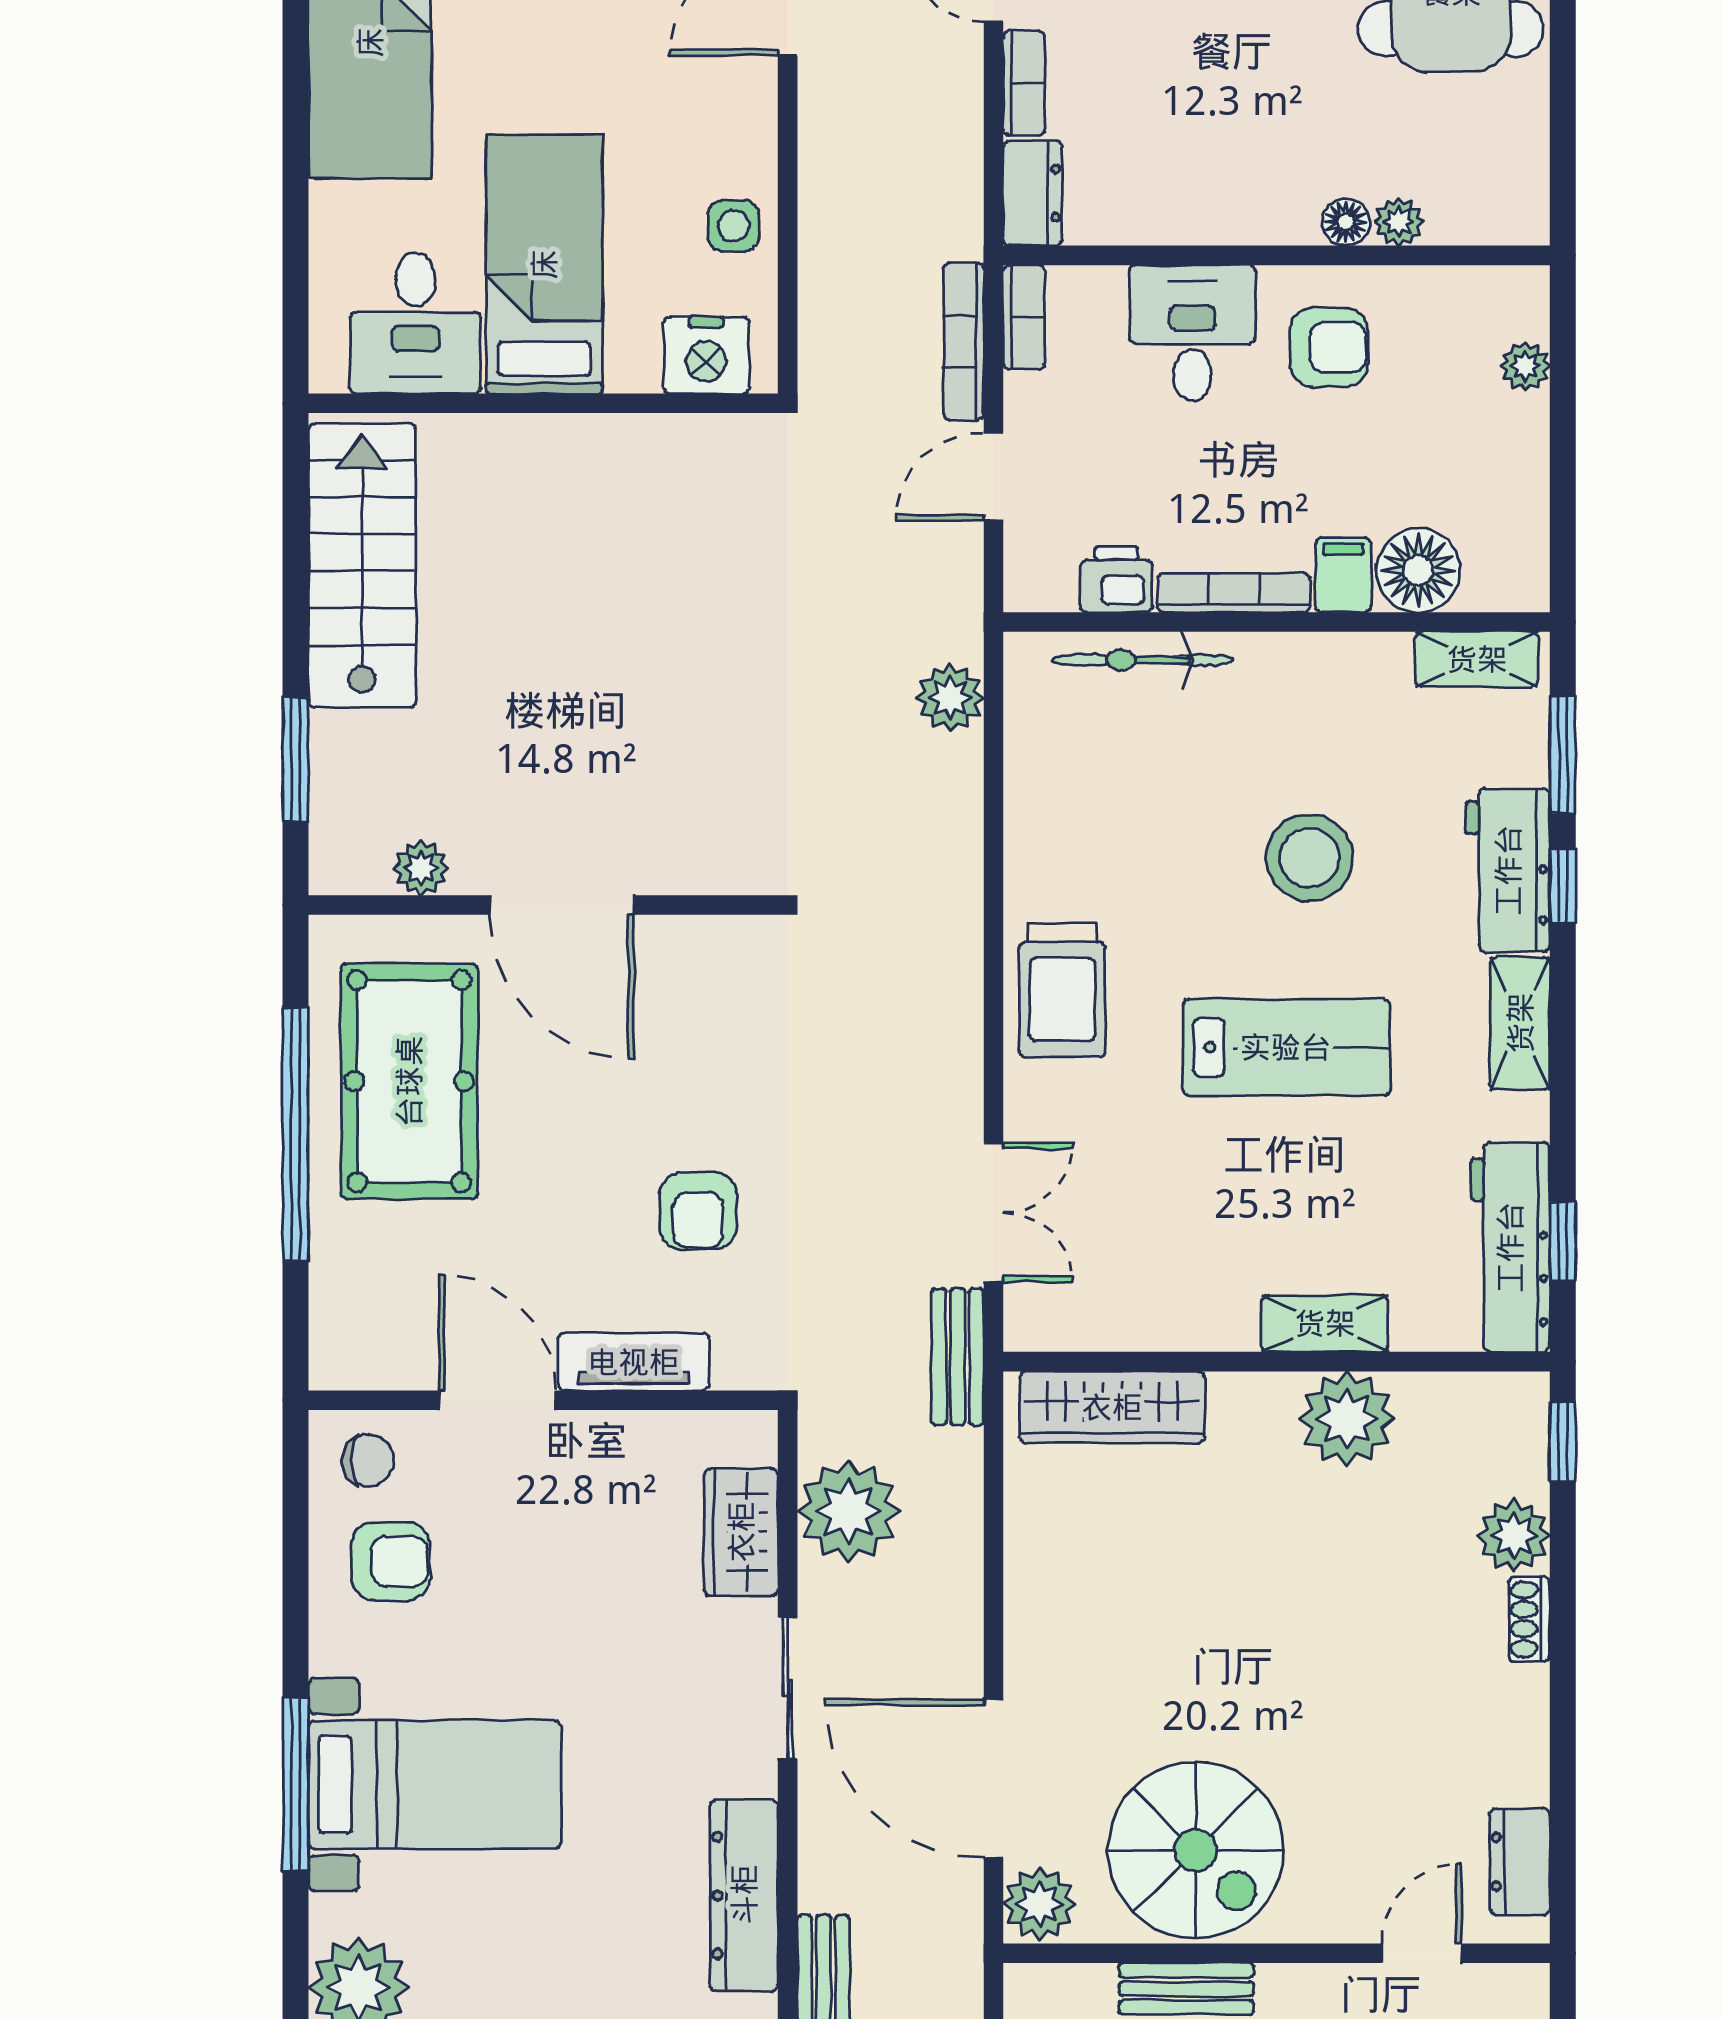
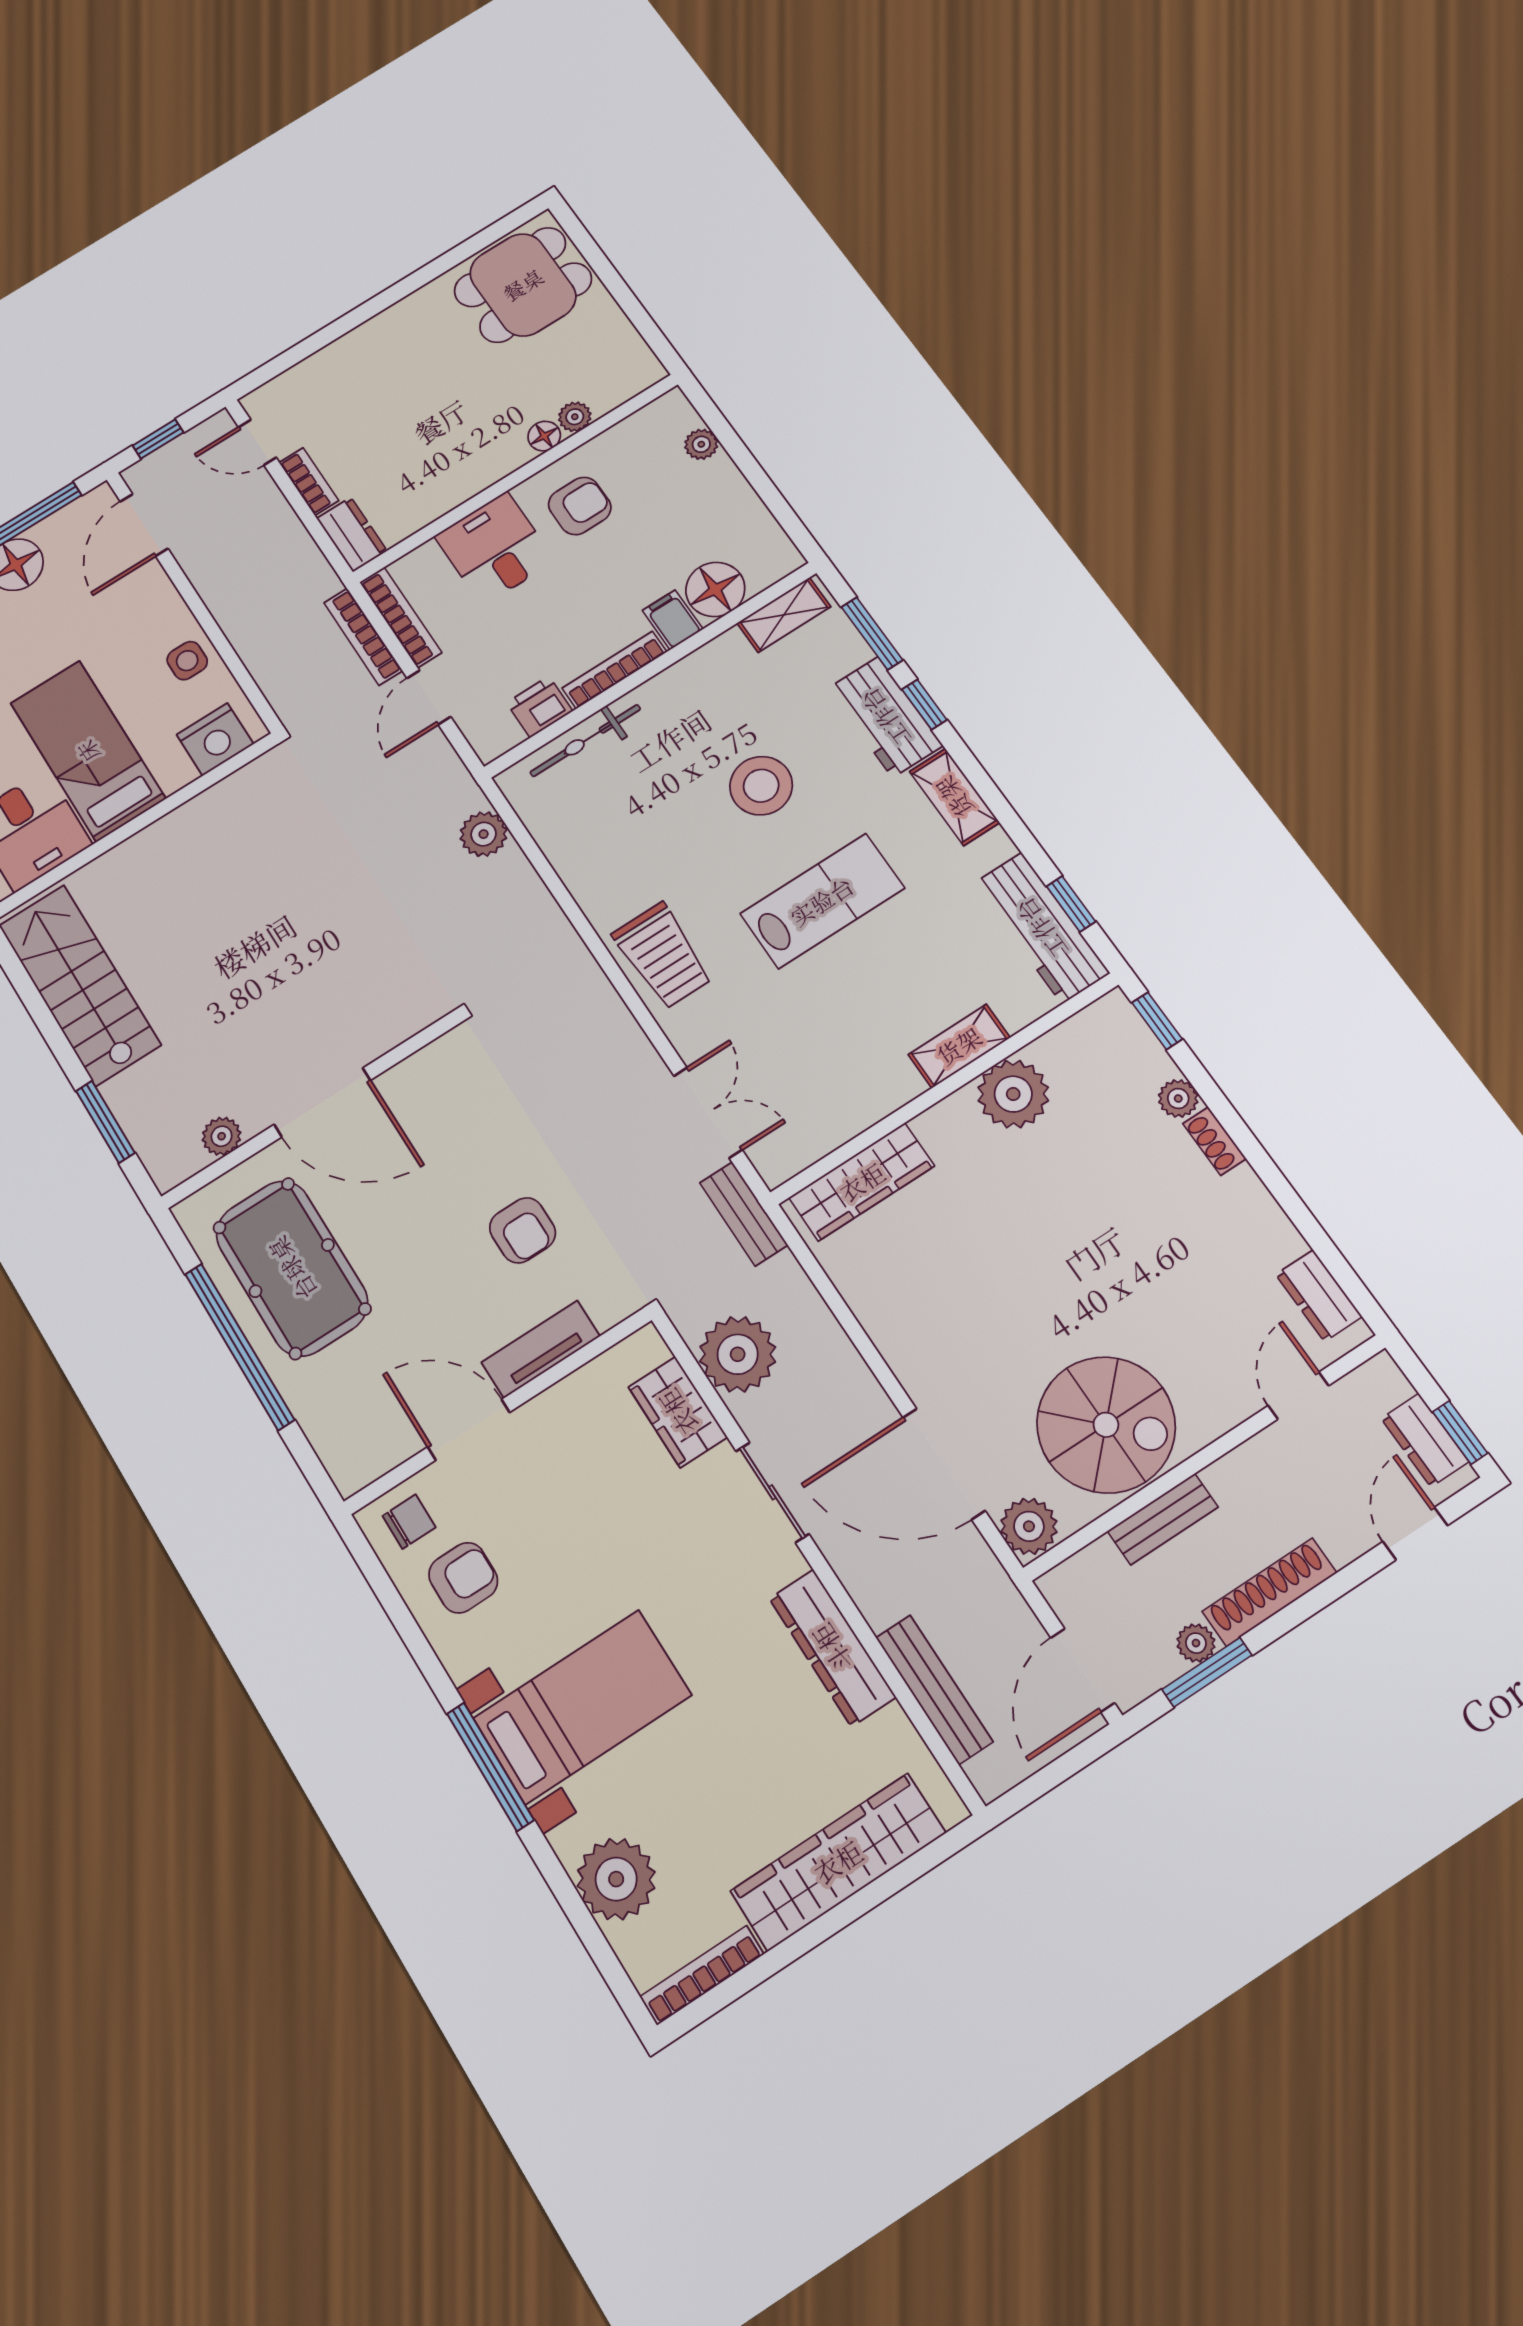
bookcase: (1024, 317) -> (401, 617), width x1.56
plant: (1514, 1535) -> (1178, 1099), width x0.73, depth x0.73

